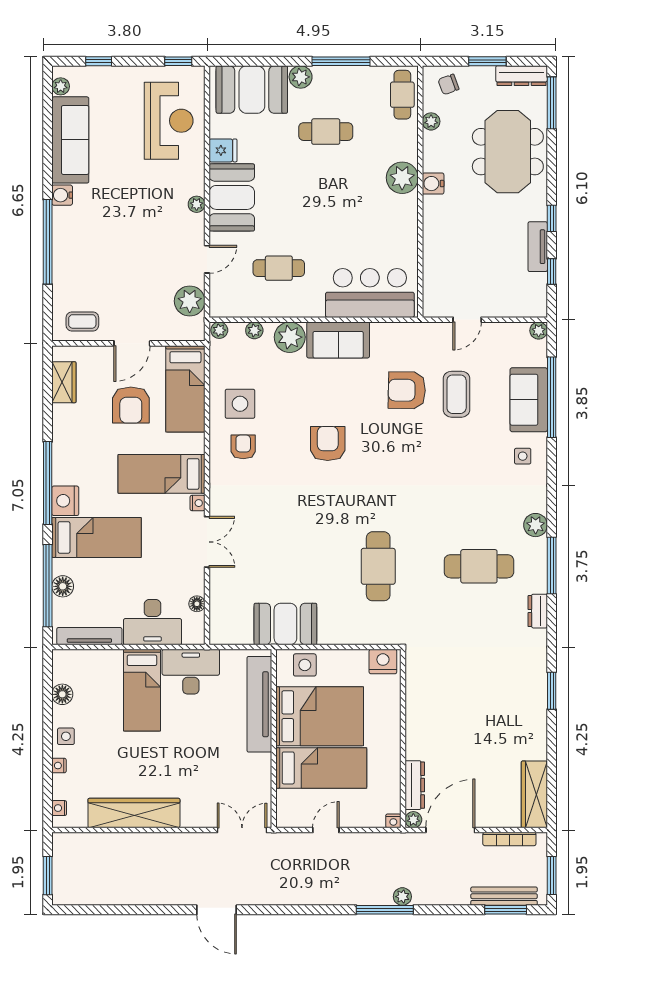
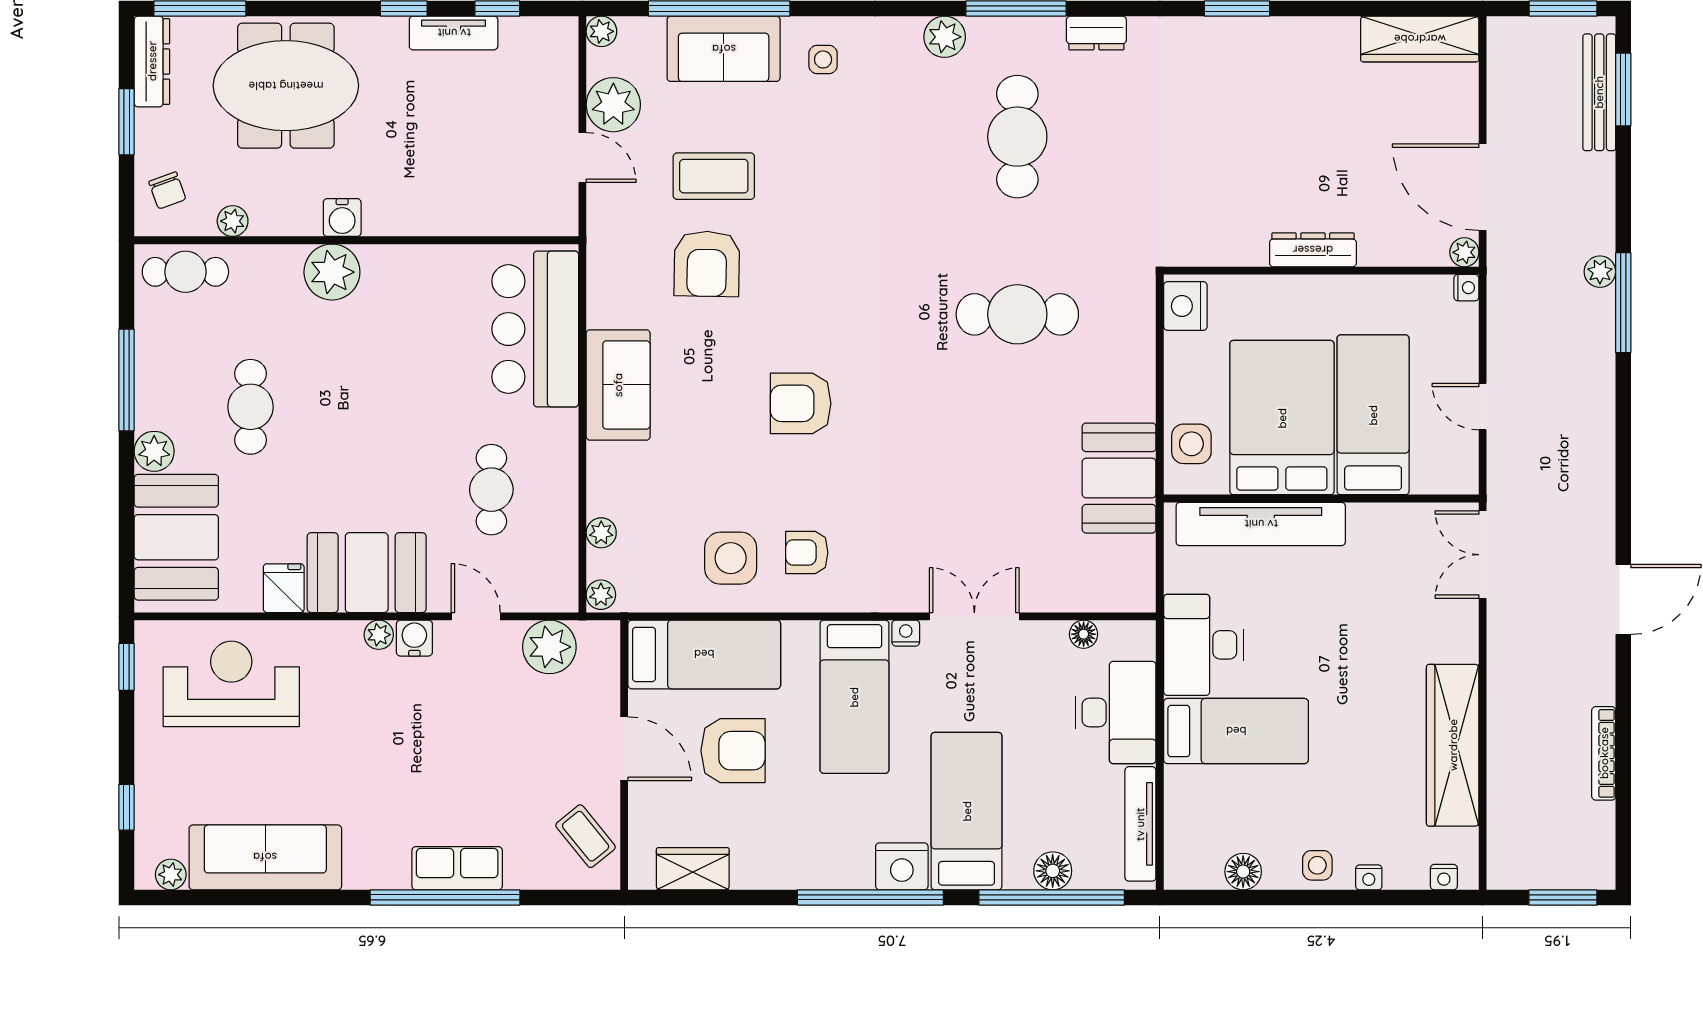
water cooler: (62, 195) -> (414, 638), moved, turned 180
row of seats: (64, 249) -> (457, 868), added
coffee table: (82, 321) -> (586, 836), turned -39
plant: (290, 337) -> (613, 105), moved
dresser: (415, 785) -> (1313, 250), moved
bookcase: (509, 839) -> (1604, 753), moved, turned 180

